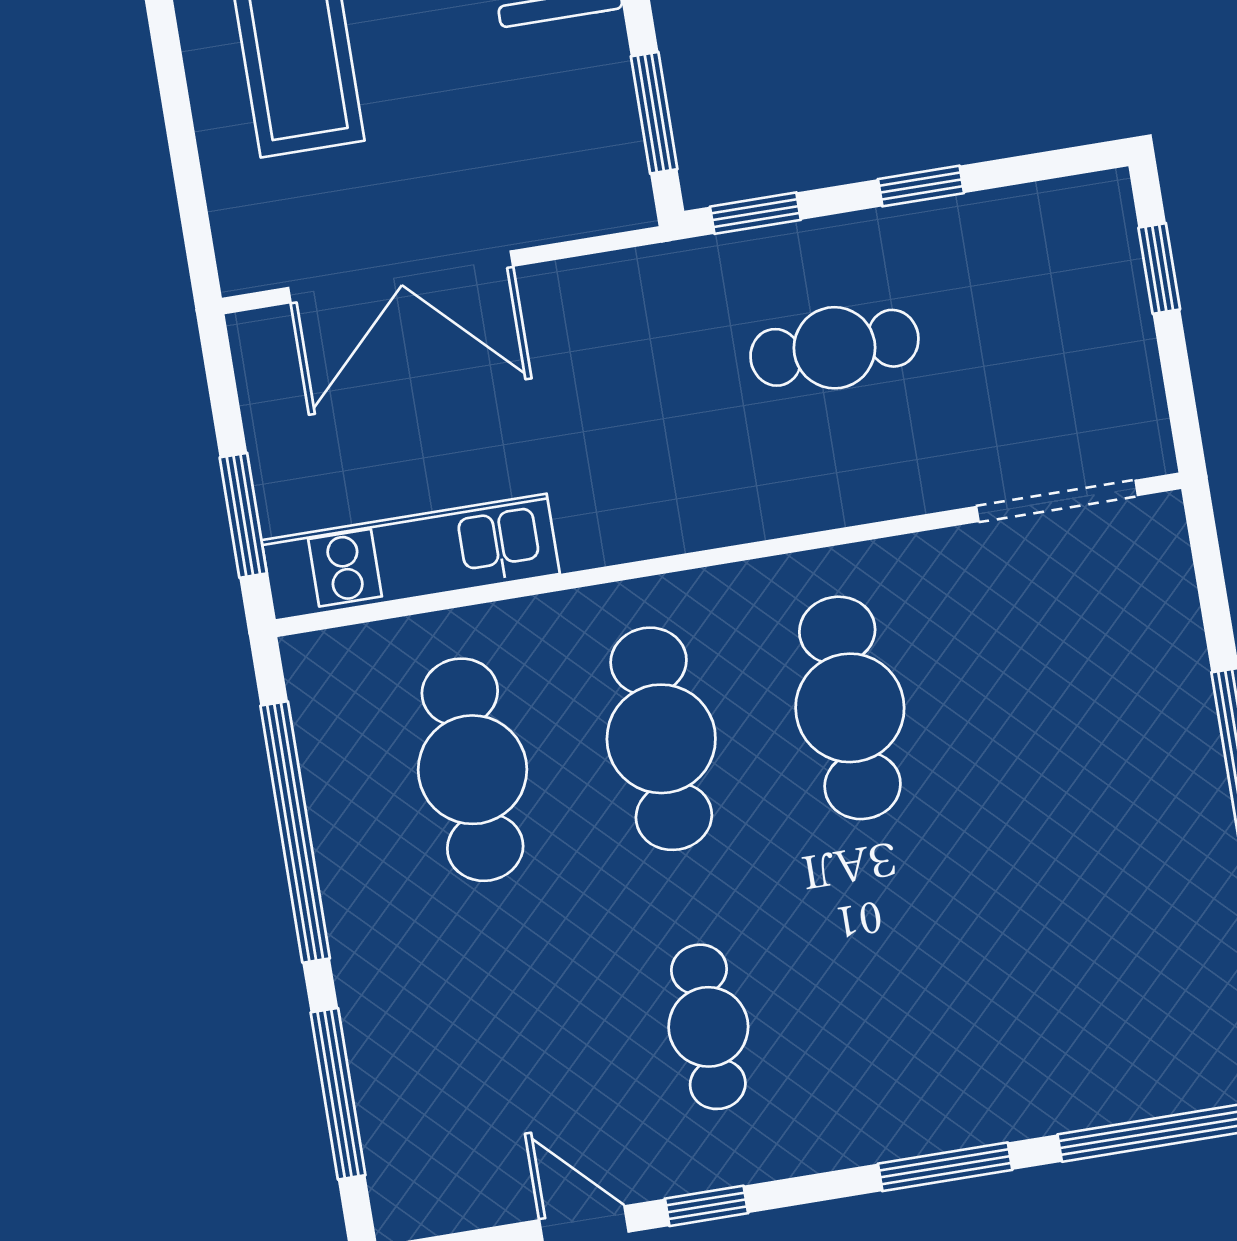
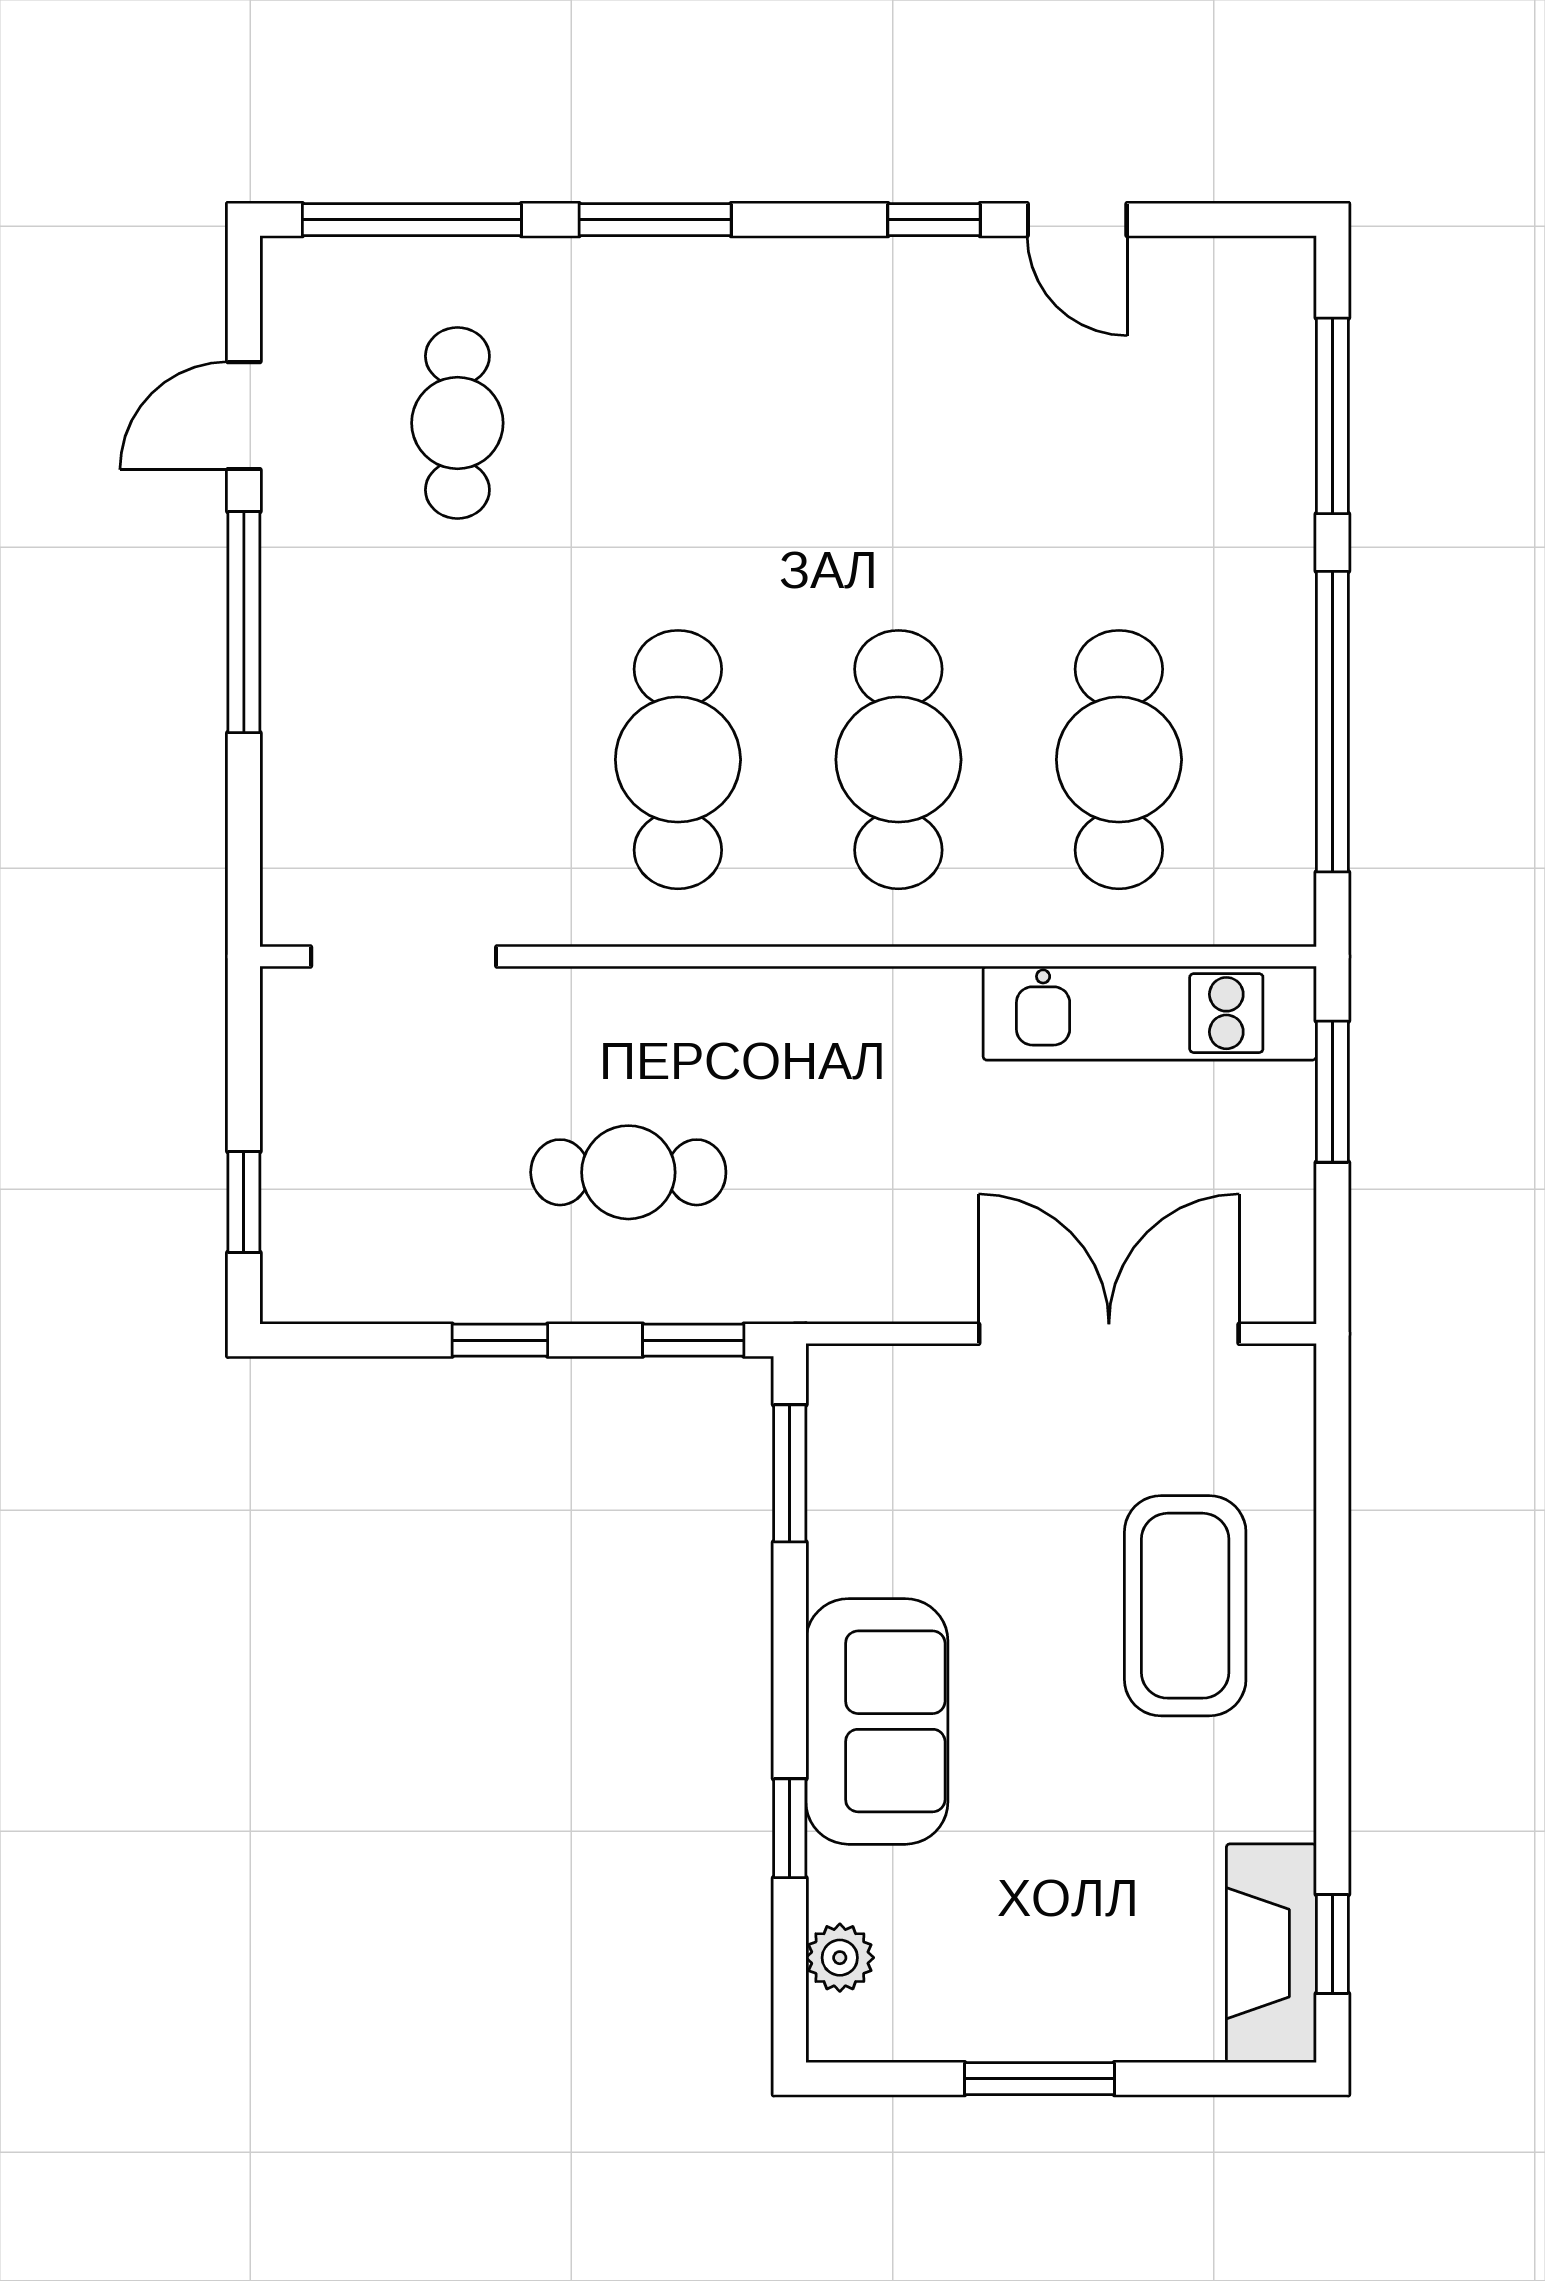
cafe table: (708, 1027) -> (457, 423), moved

